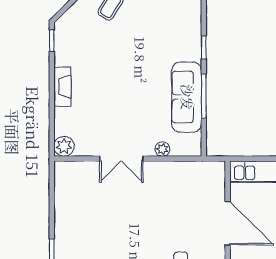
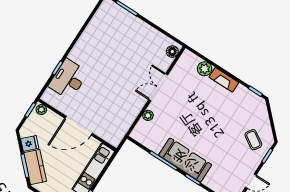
sofa: (187, 97) -> (185, 160), moved
plant: (64, 146) -> (205, 69), moved
floor lamp: (68, 169) -> (172, 52), added

